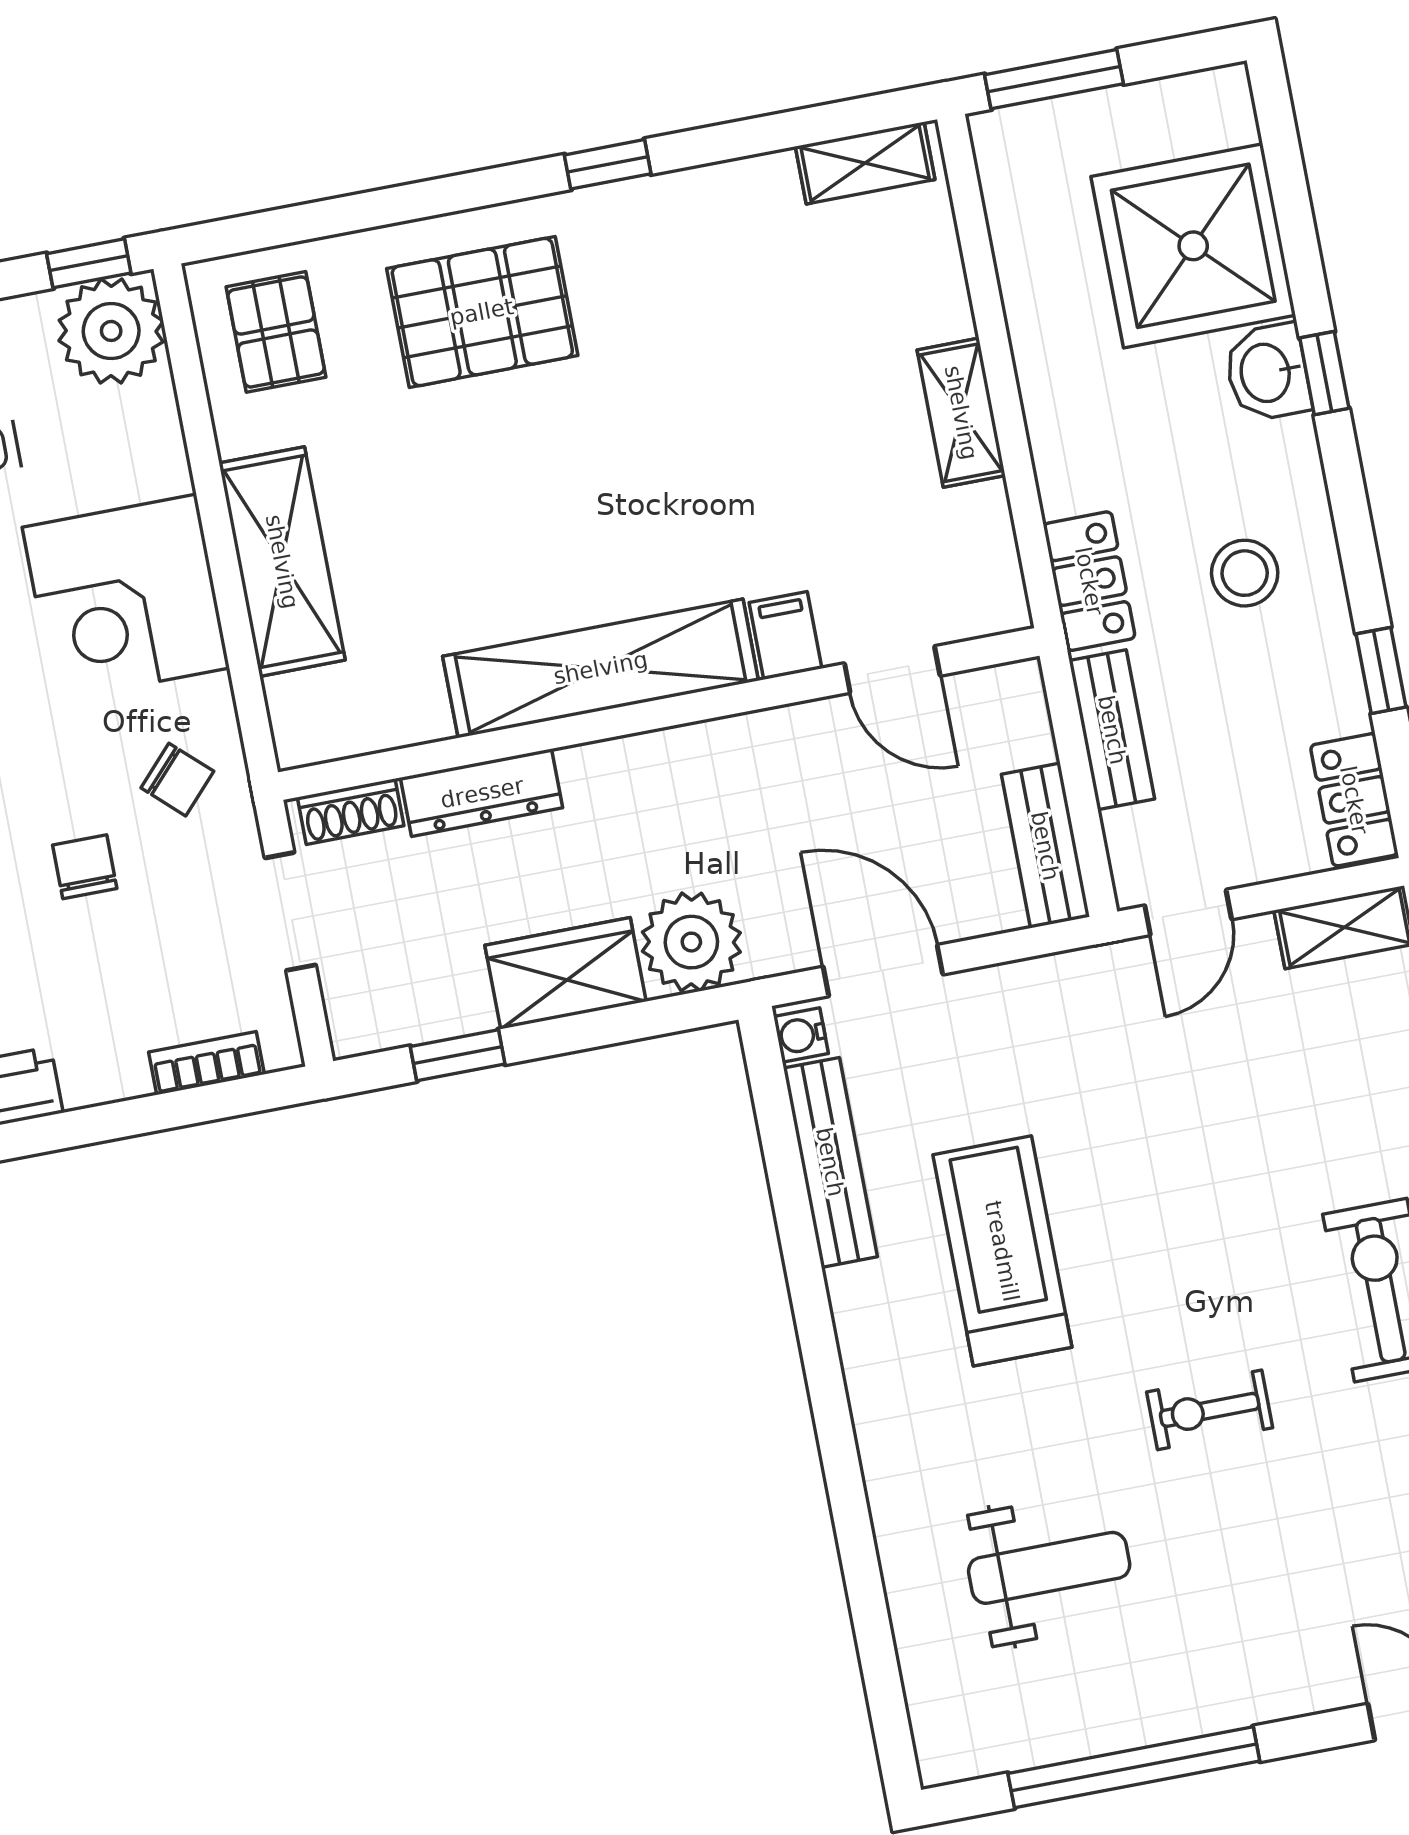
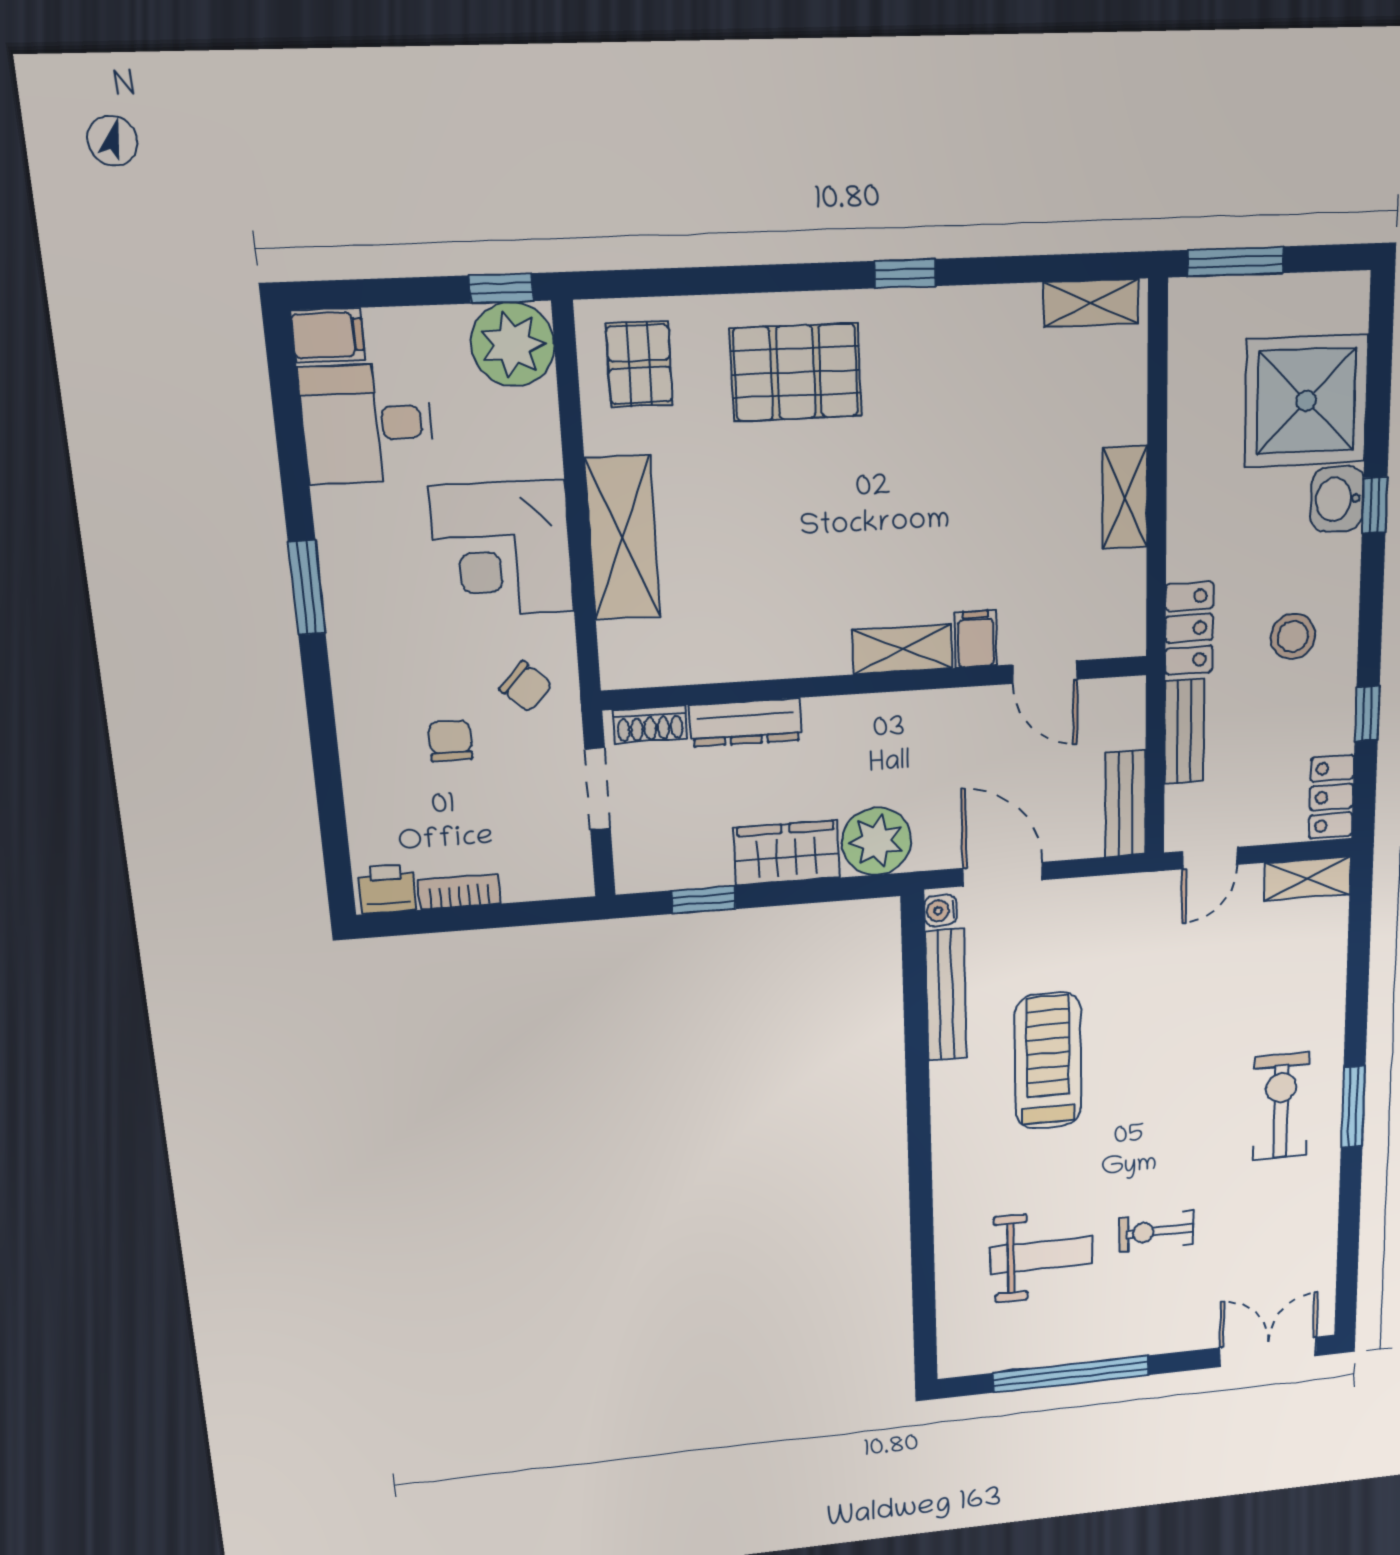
shelving: (601, 668) -> (902, 649), width x0.45, depth x0.75
bookcase: (206, 1063) -> (459, 892), moved
exercise bike: (1210, 1410) -> (1156, 1231), moved

